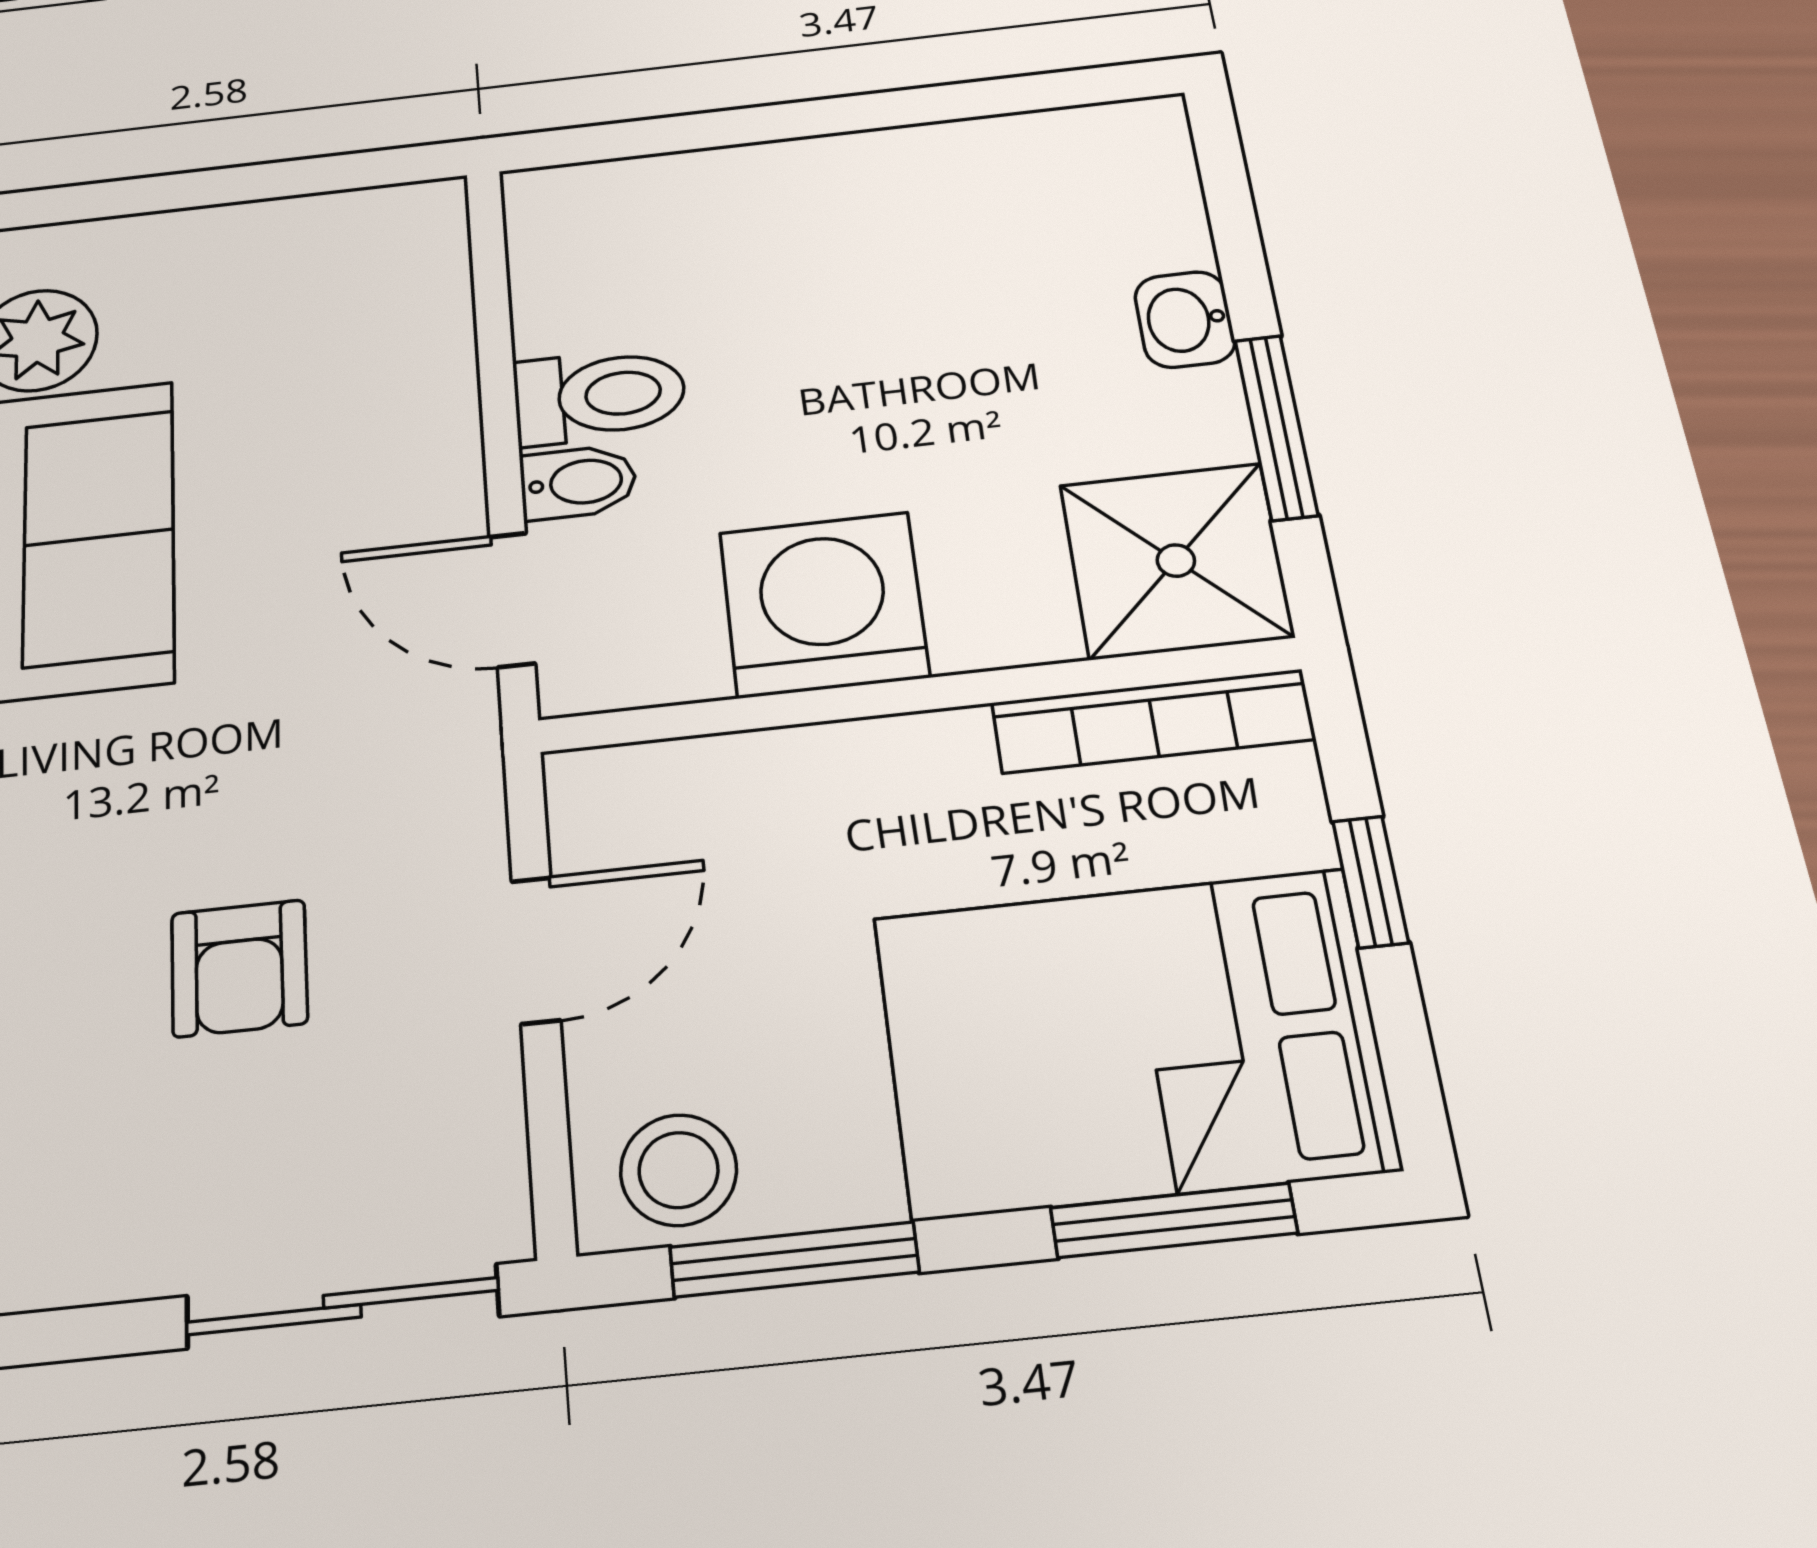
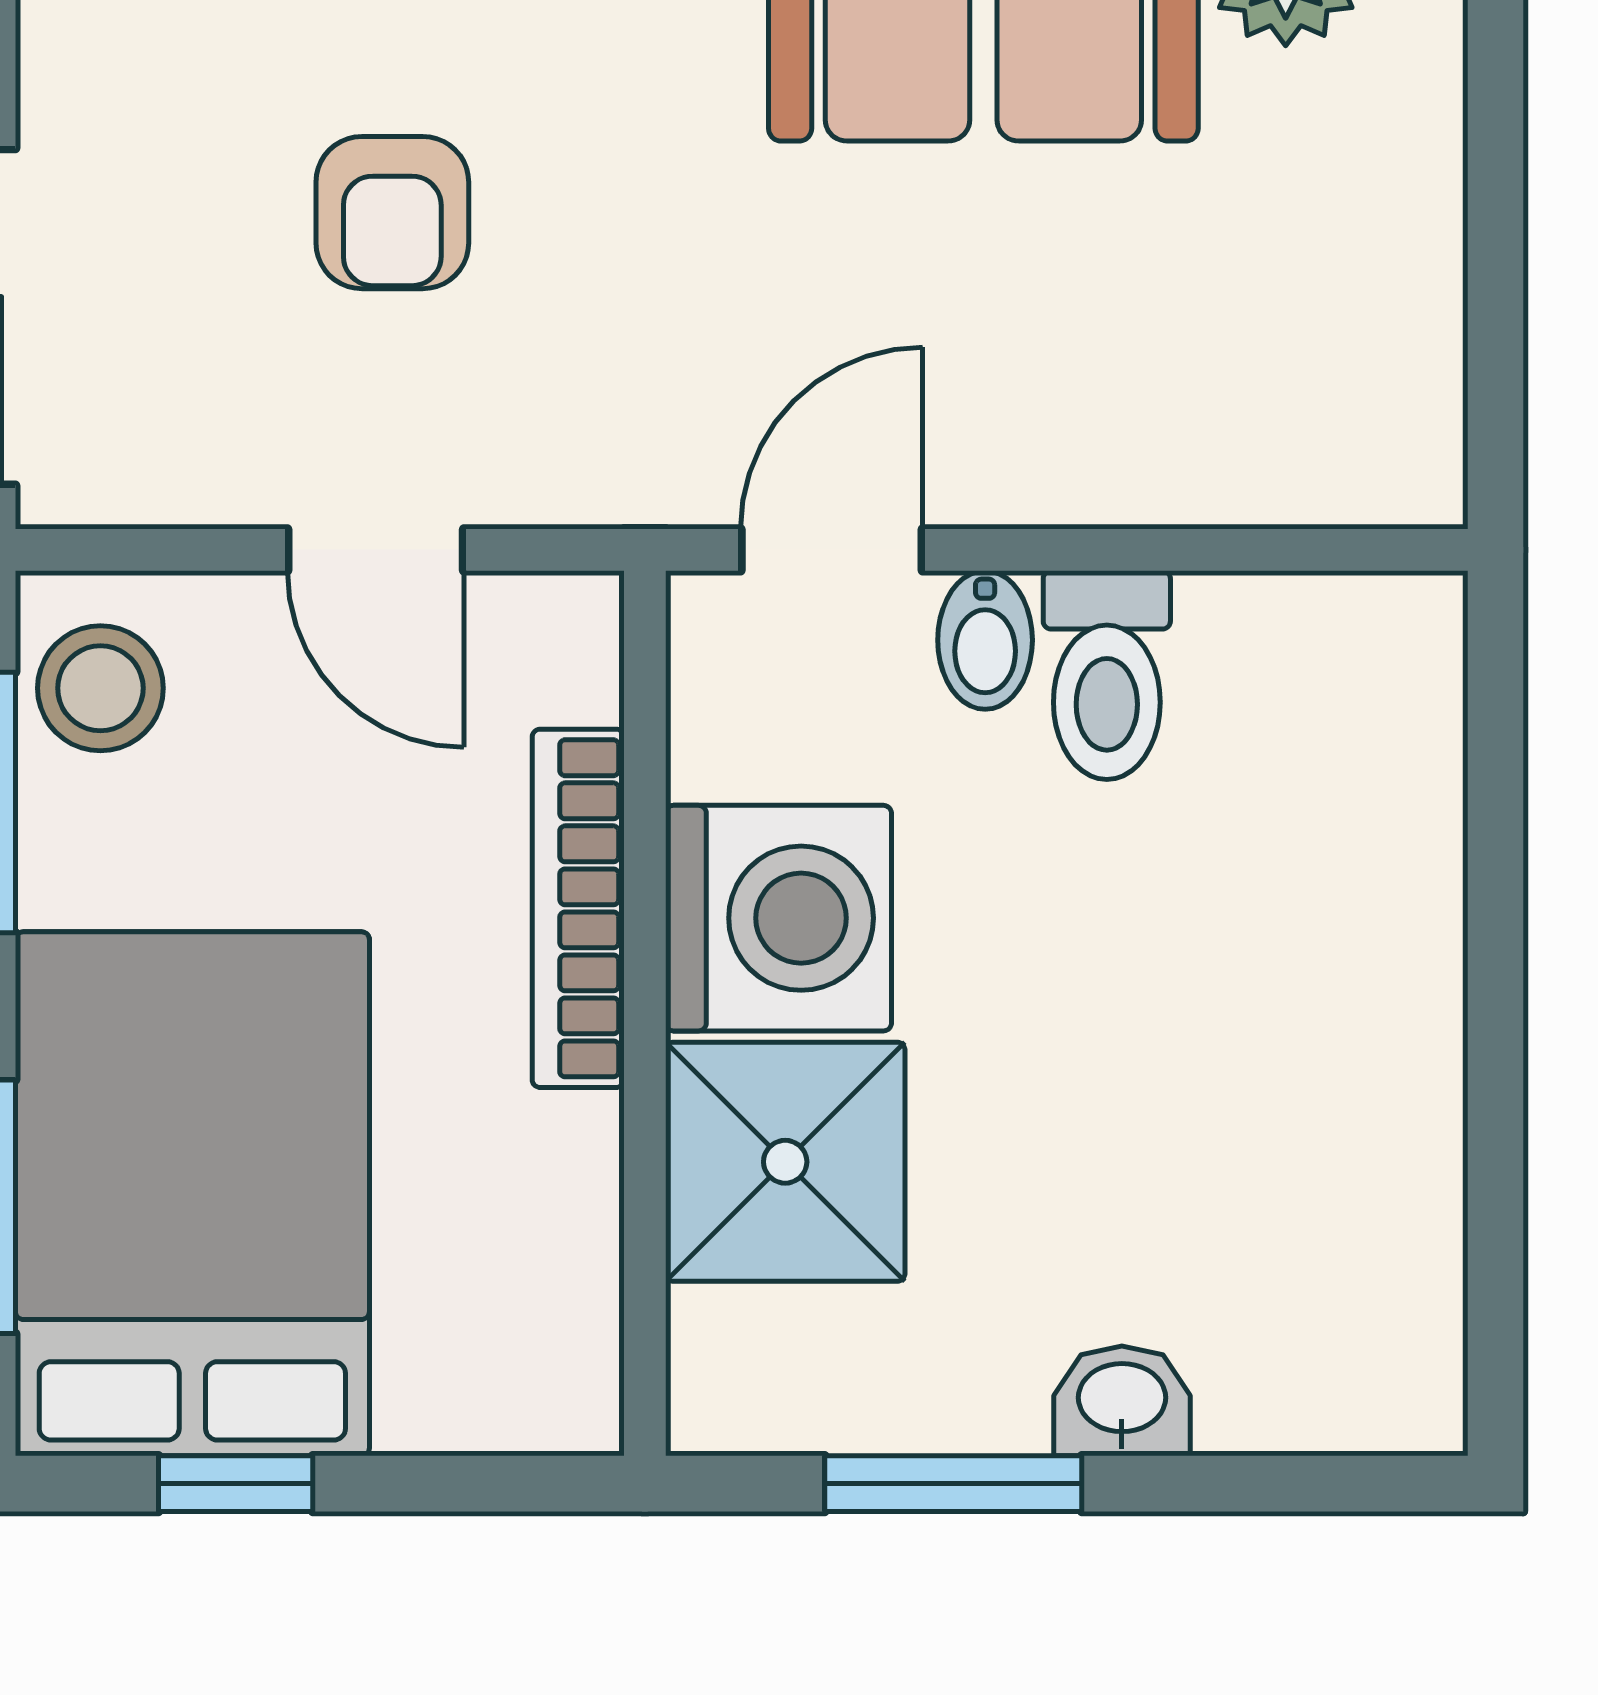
shower: (1176, 561) -> (785, 1162), moved
bookcase: (1153, 721) -> (578, 908), moved
window: (1371, 882) -> (236, 1484), moved
armchair: (239, 968) -> (392, 213), turned -90

